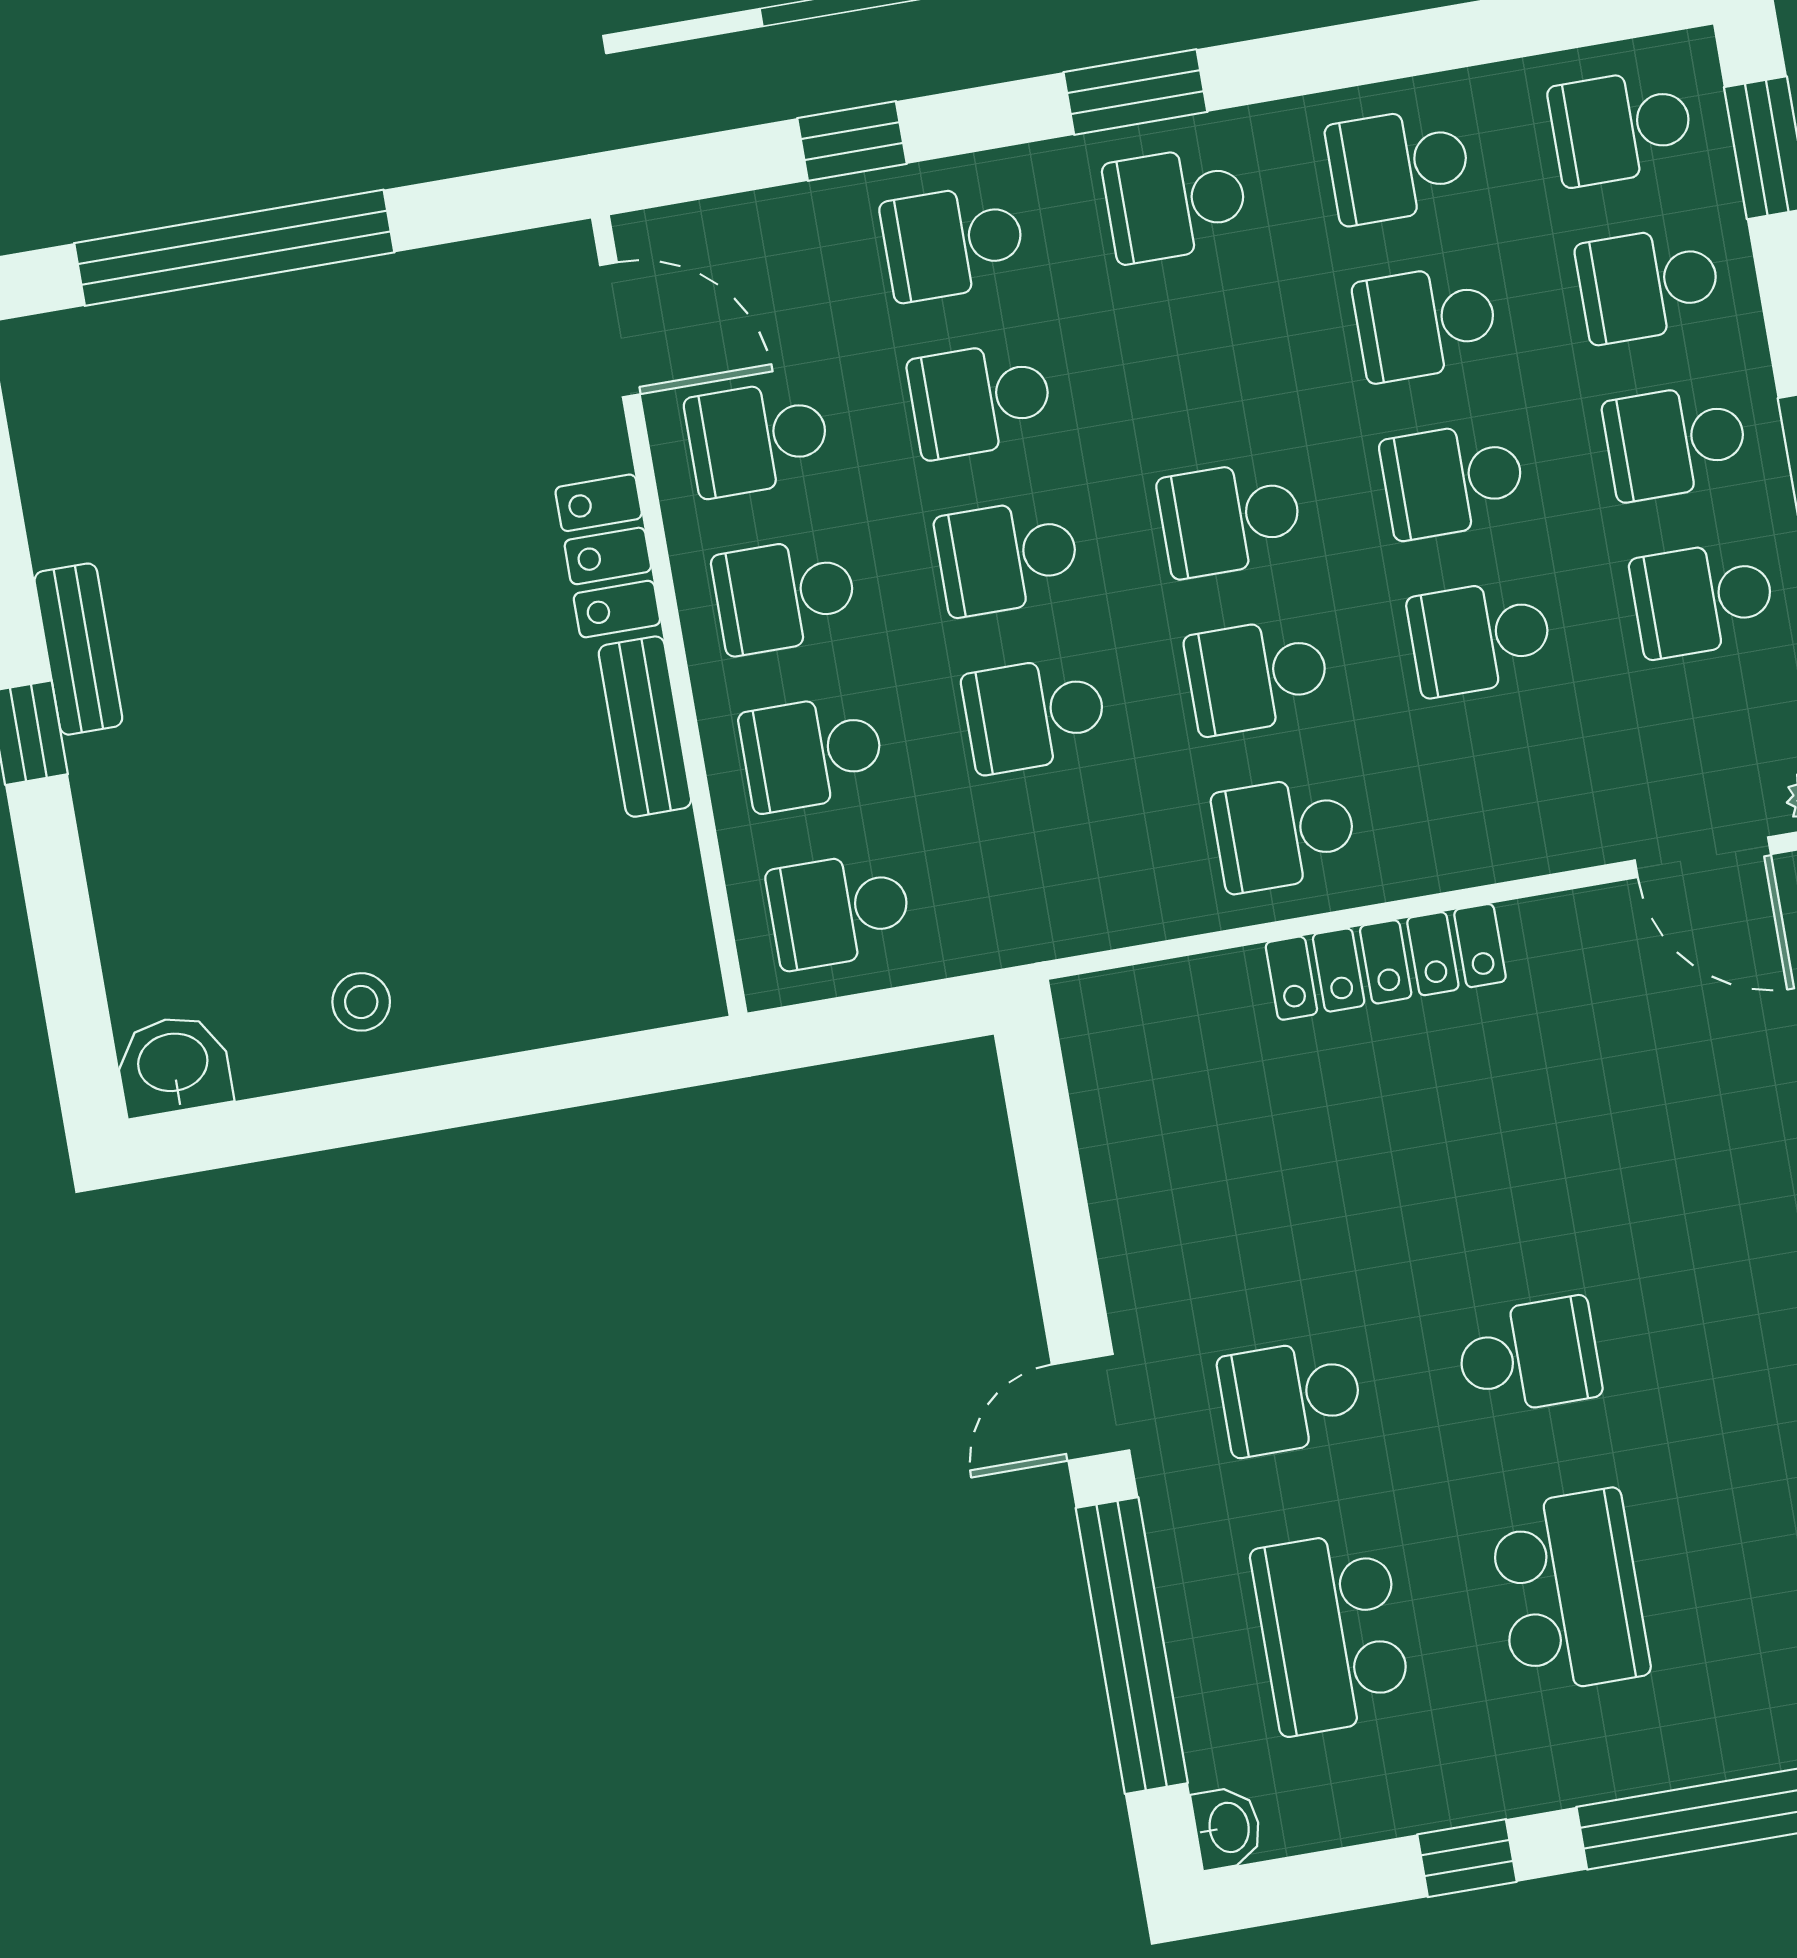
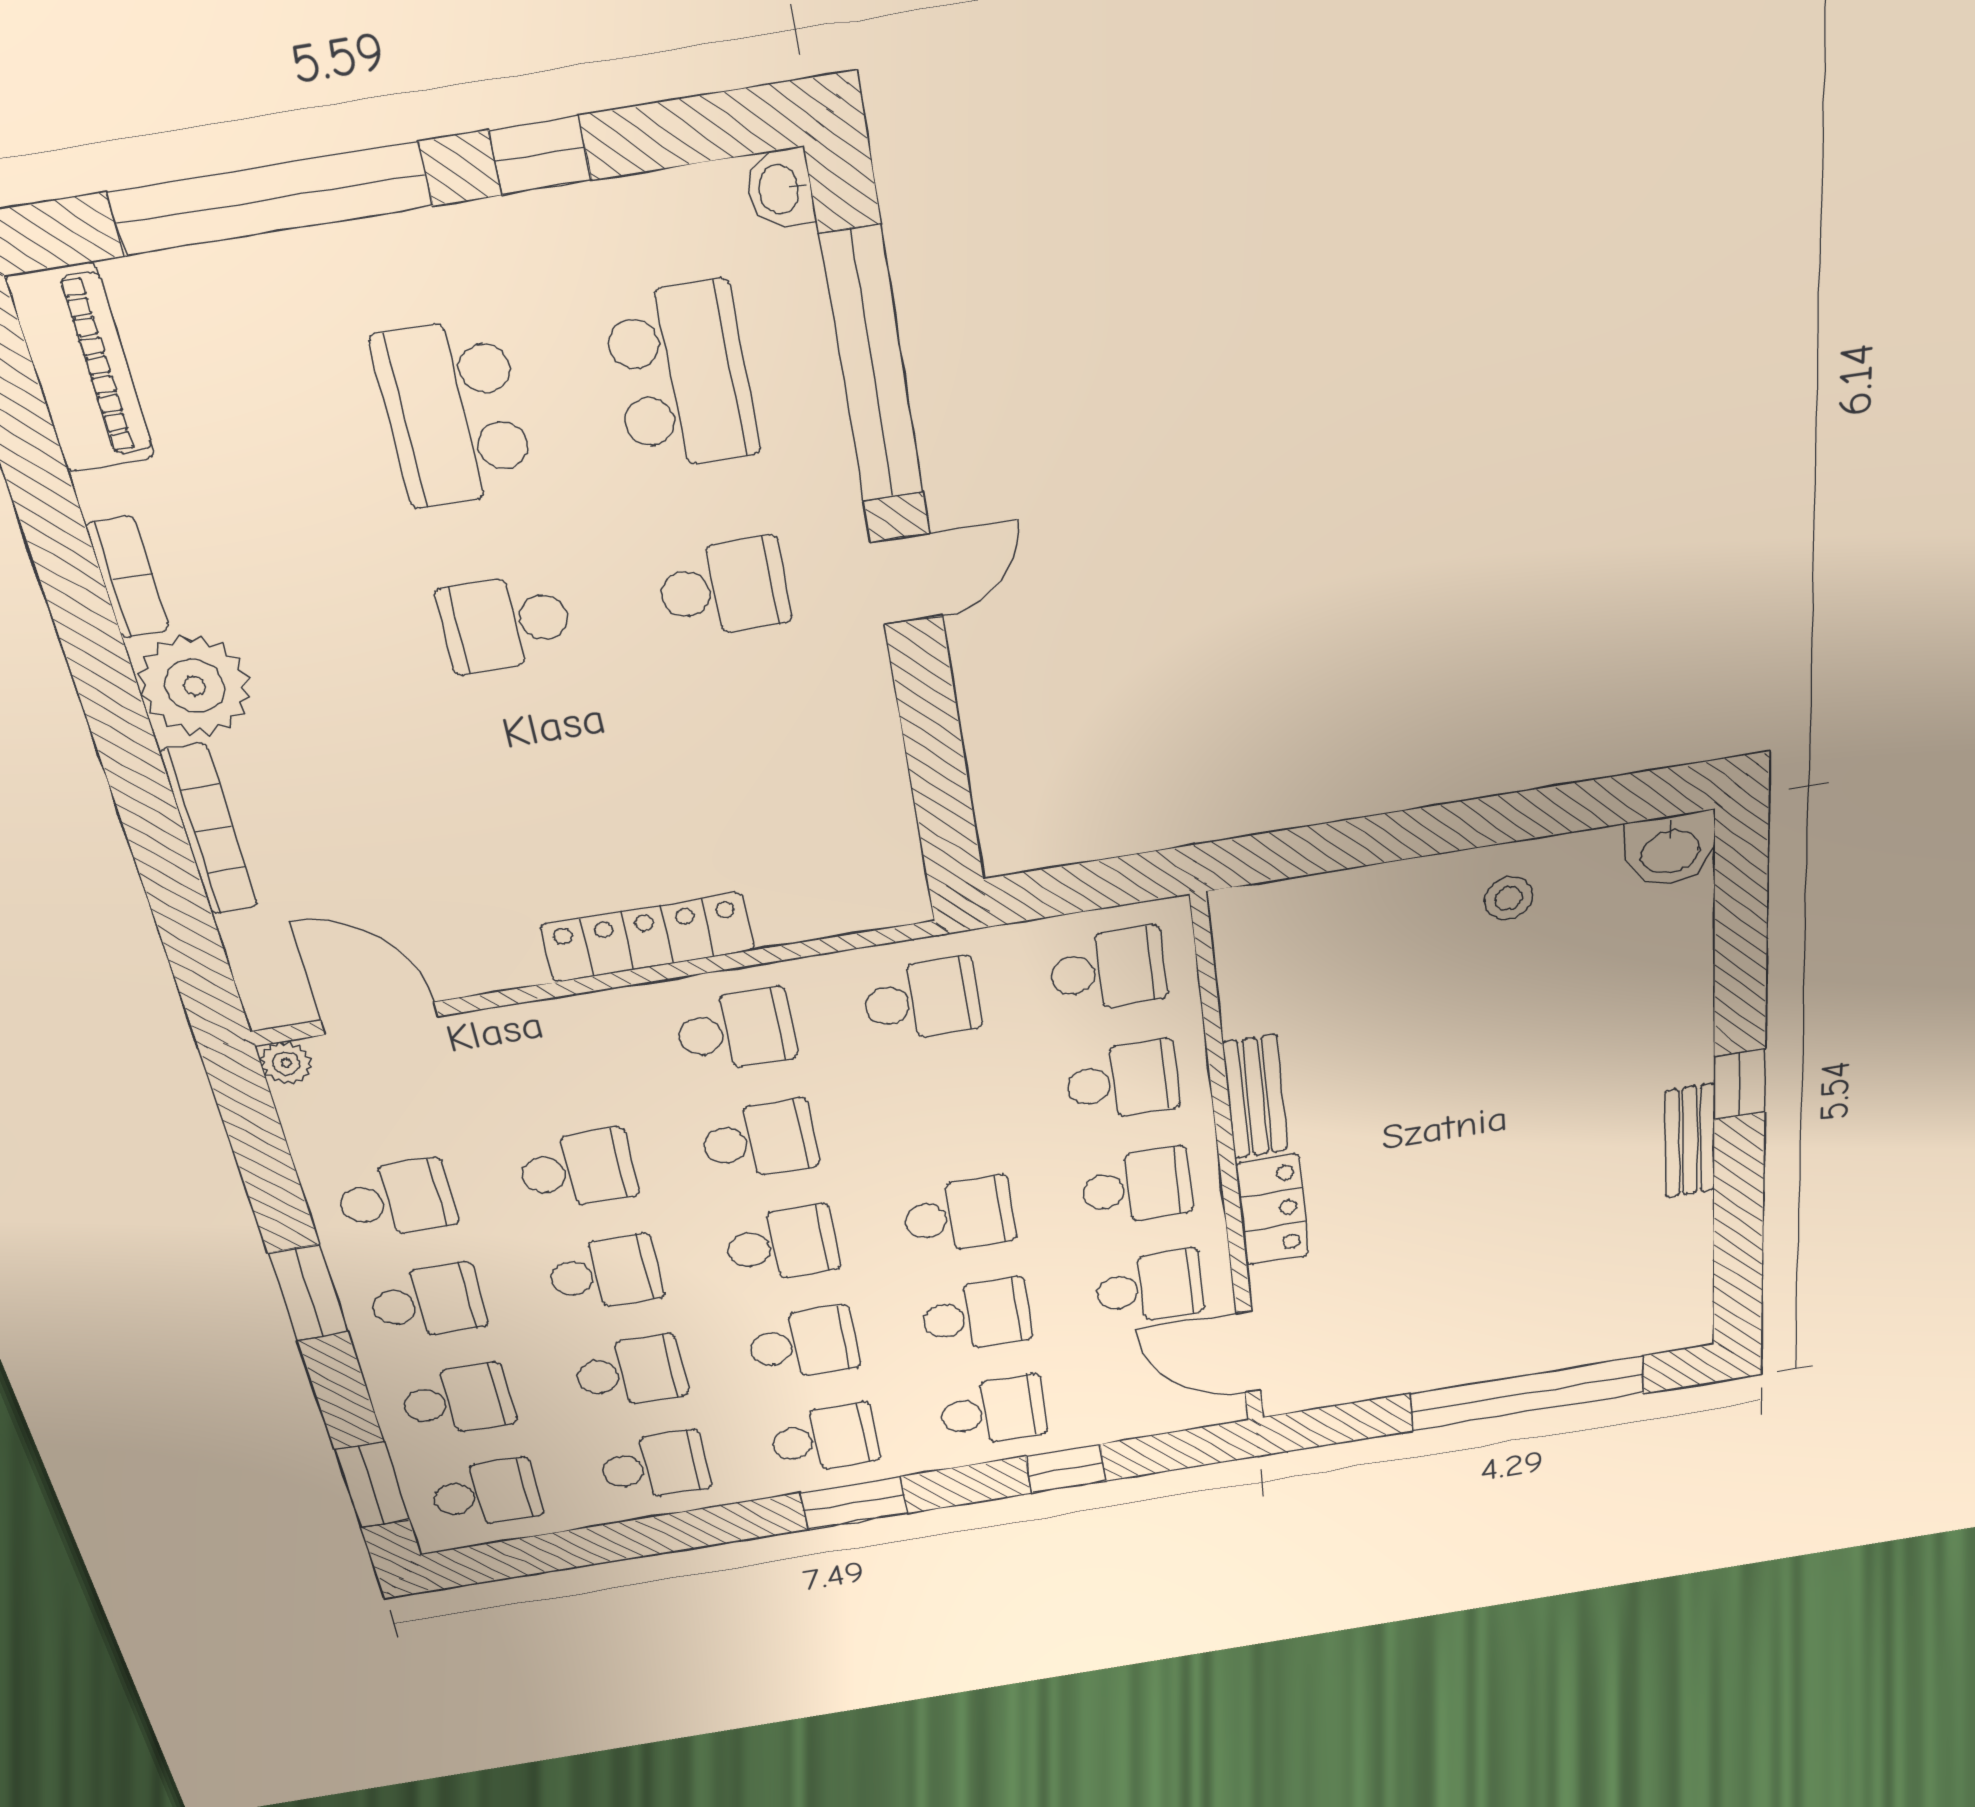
school desk: (1203, 361) -> (803, 1344), added
school desk: (1035, 714) -> (922, 1000), moved

